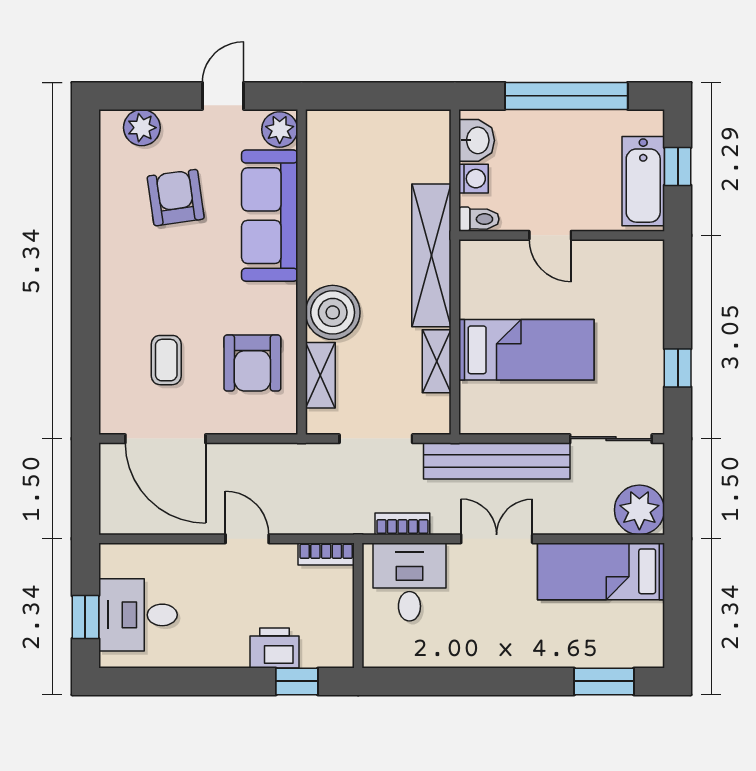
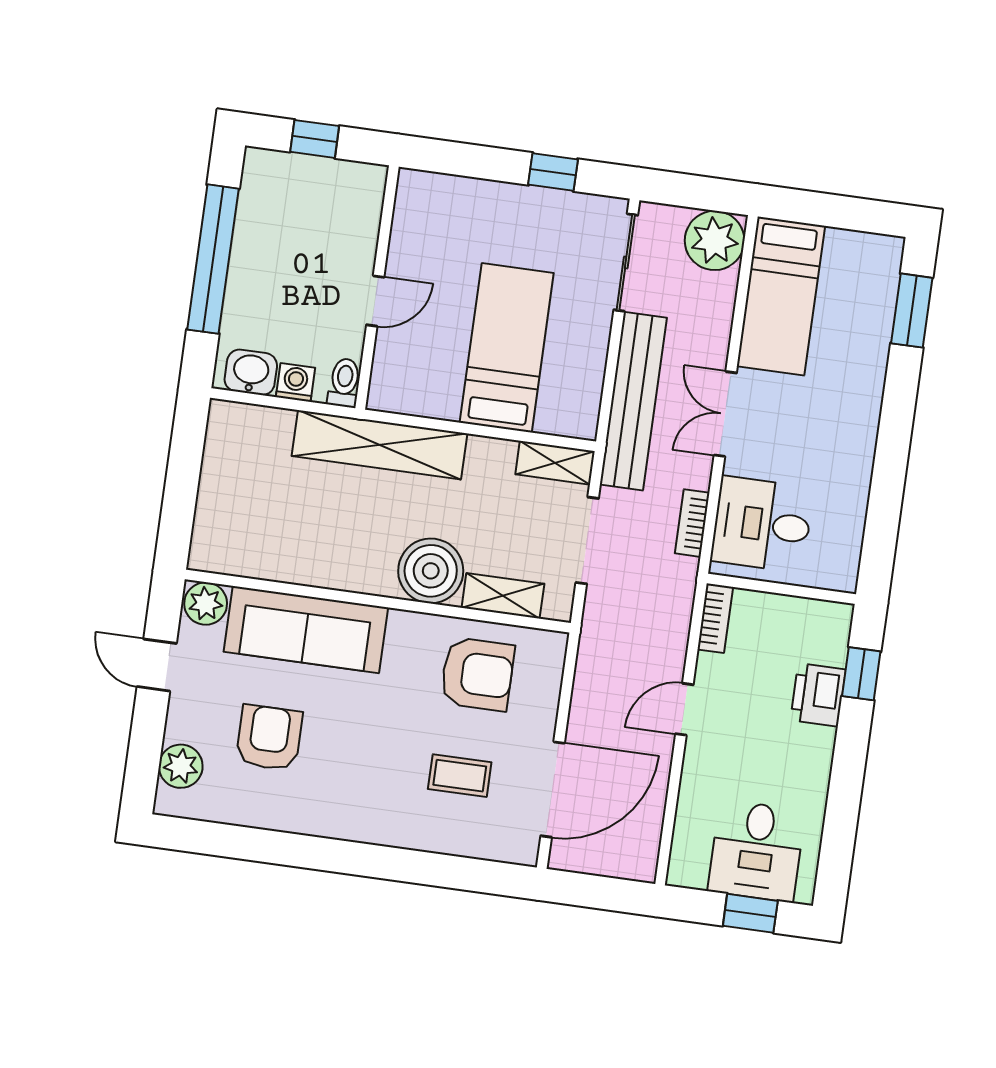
bathtub: (643, 181) -> (326, 182), removed
armchair: (176, 198) -> (269, 738), turned 98
shelving: (437, 361) -> (555, 463), moved

